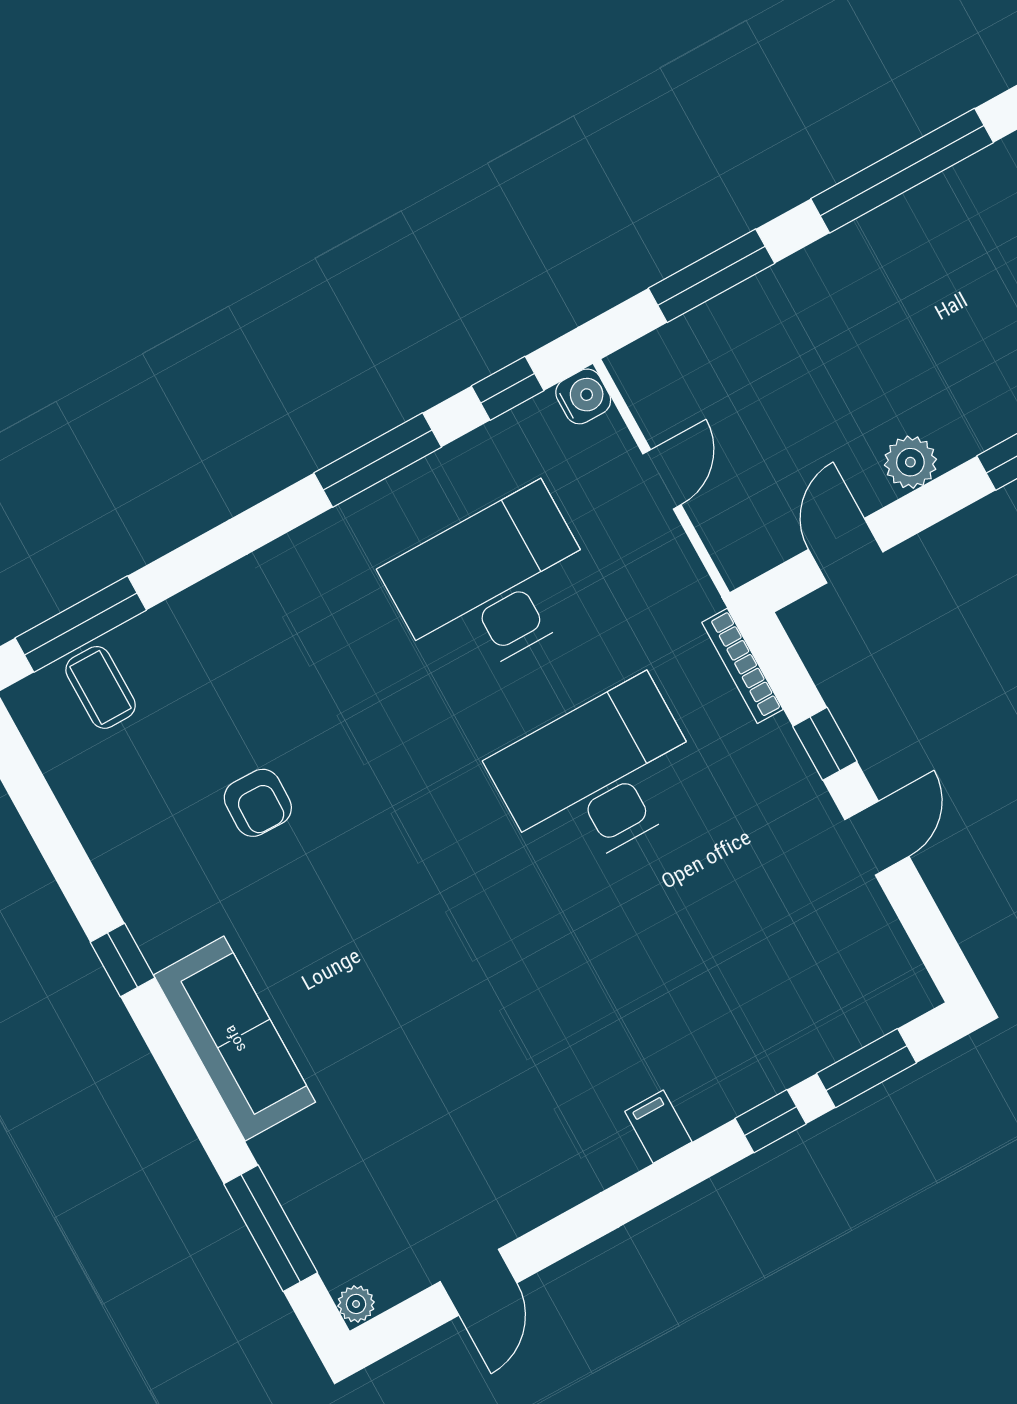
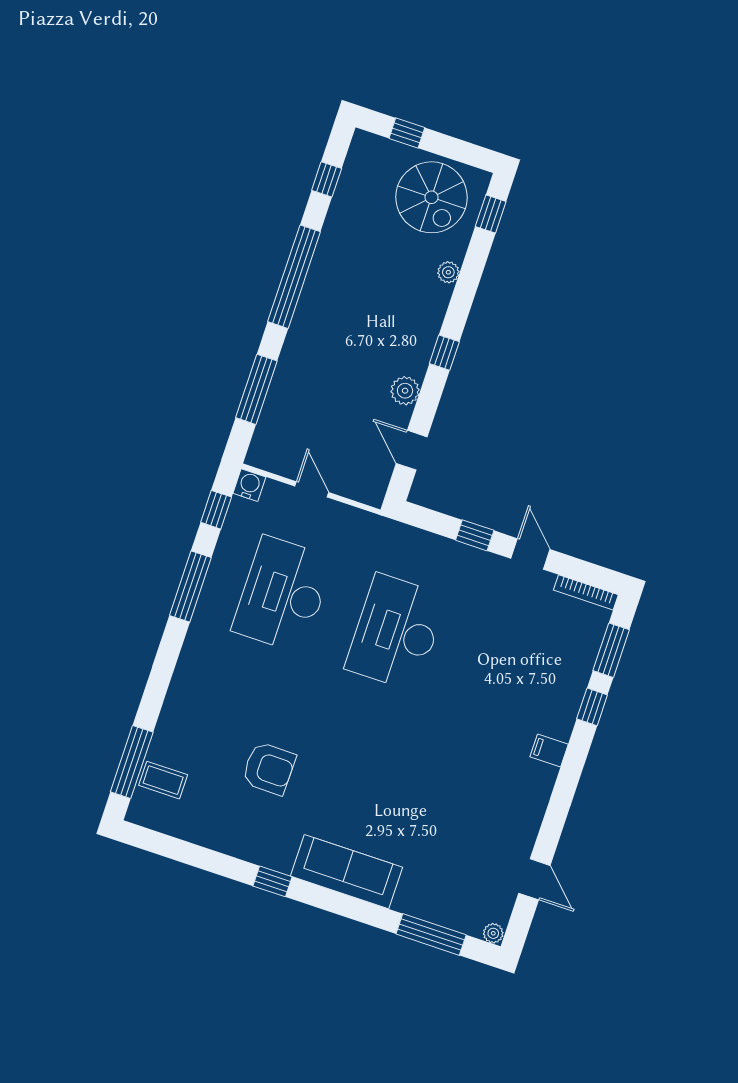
bookcase: (742, 666) -> (586, 592), moved
armchair: (258, 803) -> (269, 768), width x1.38, depth x1.38

